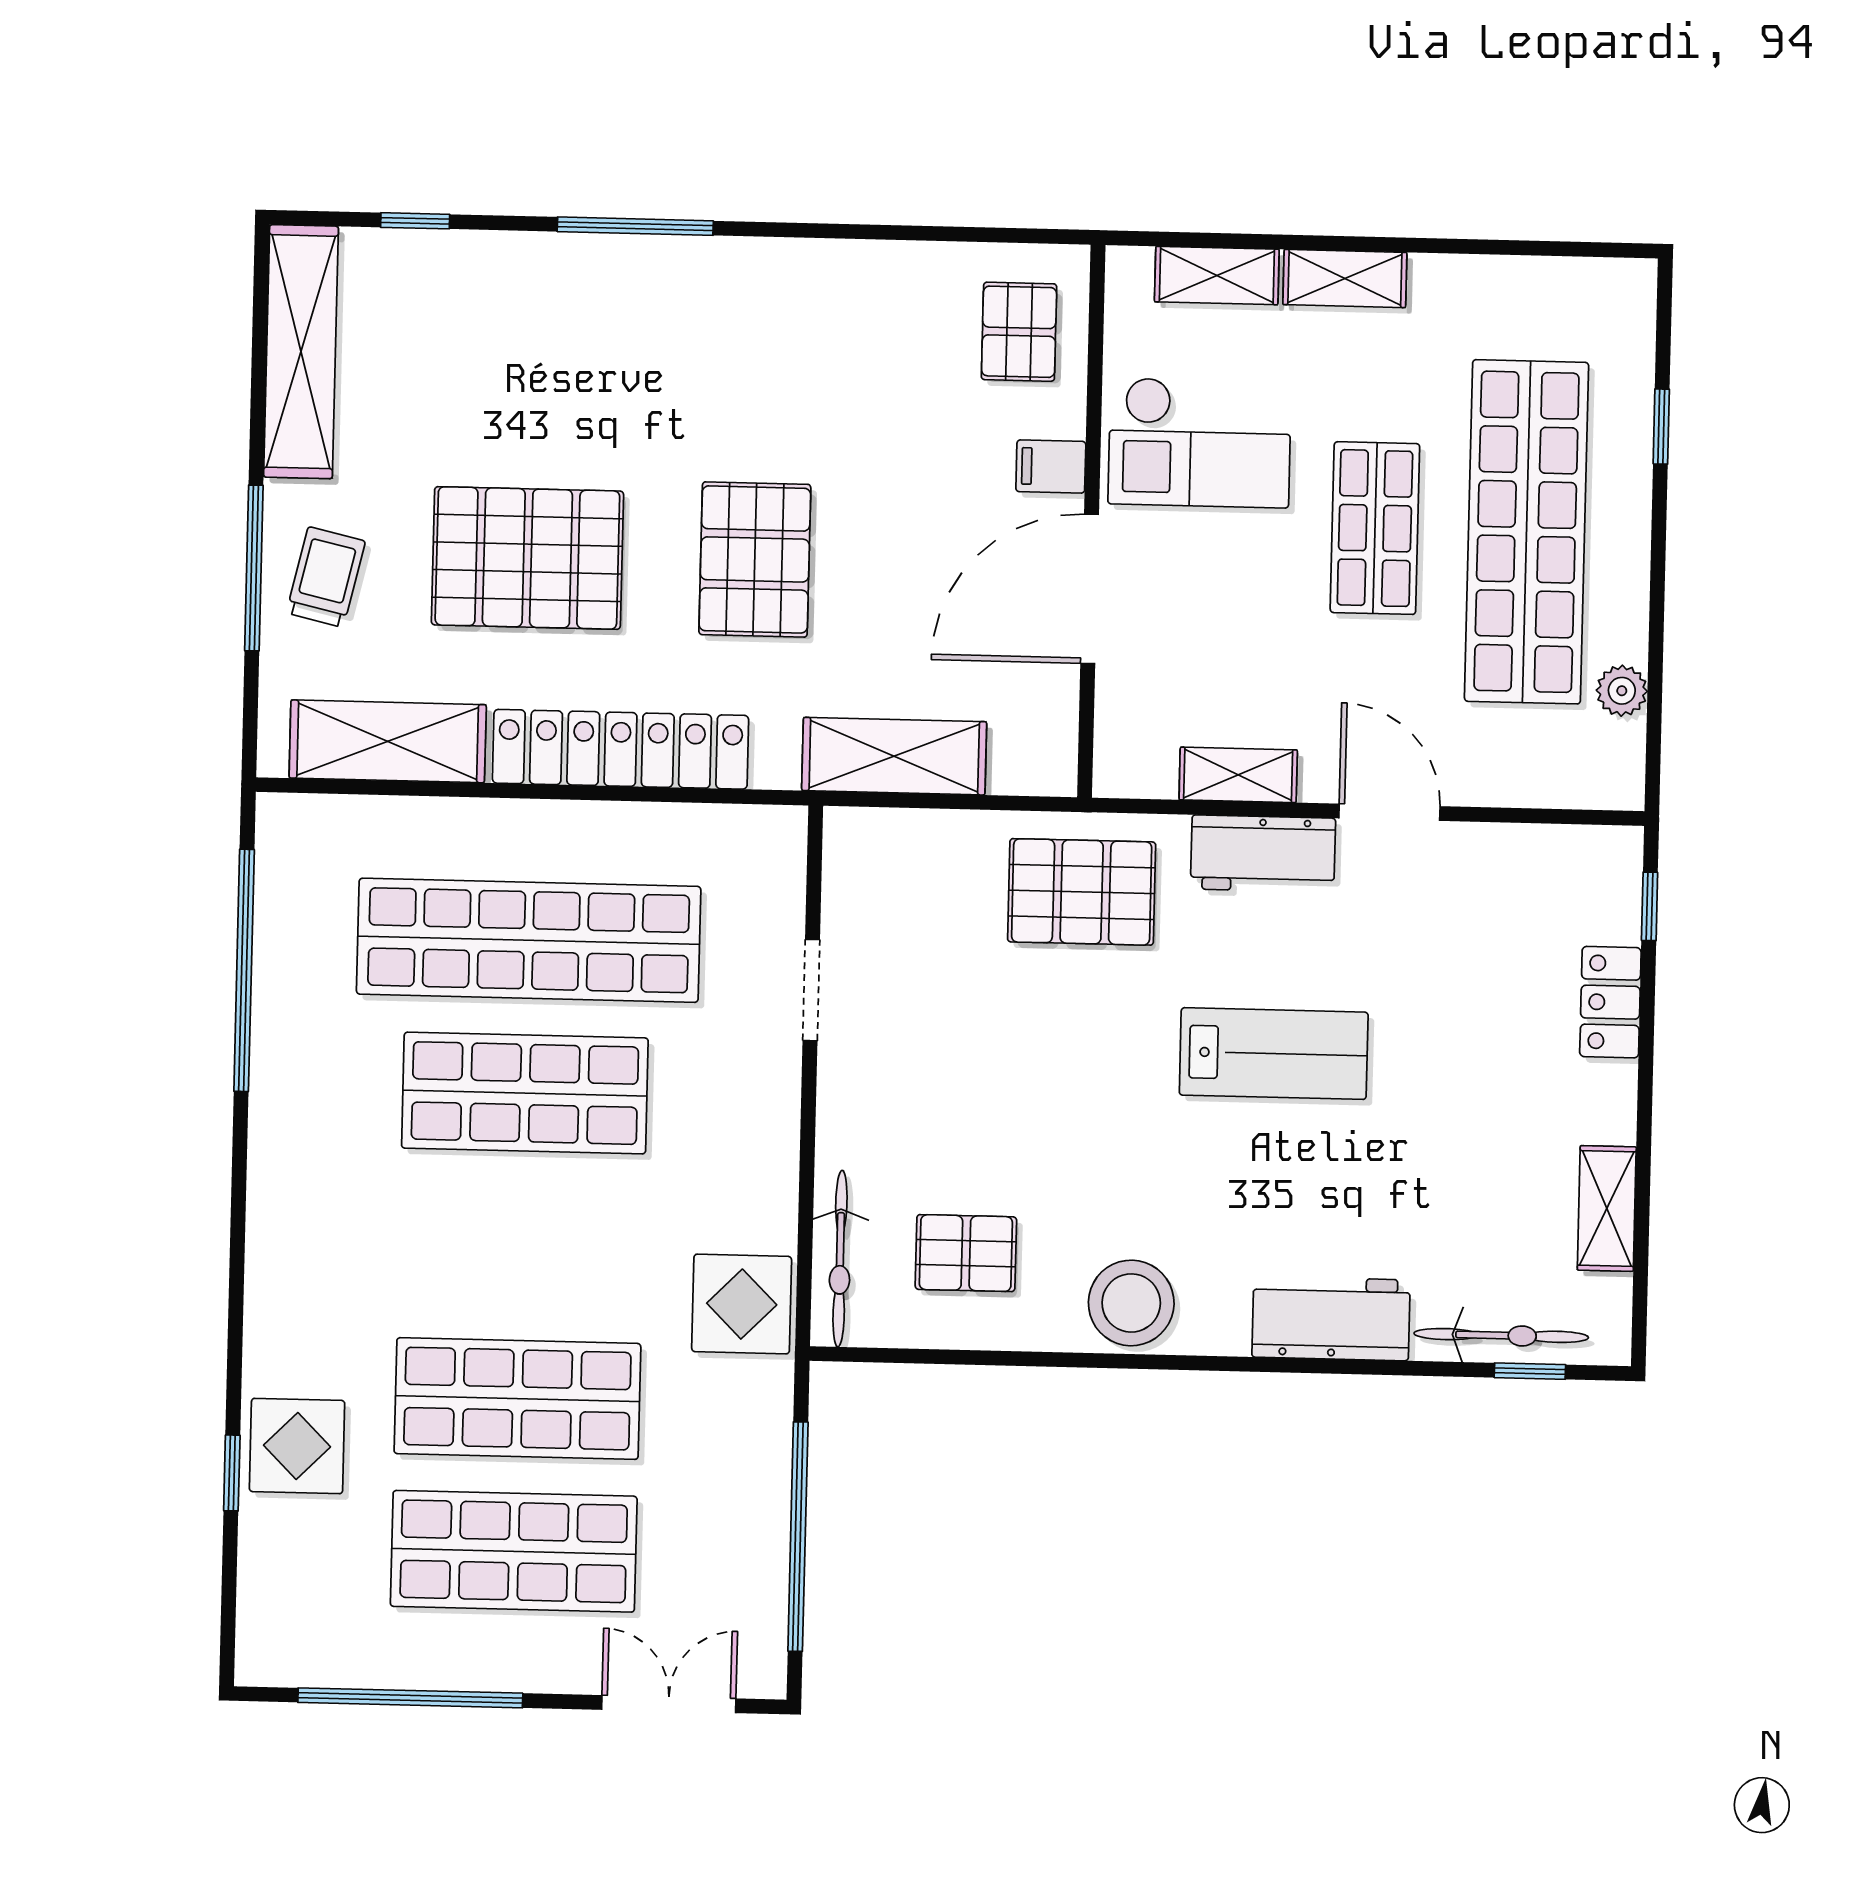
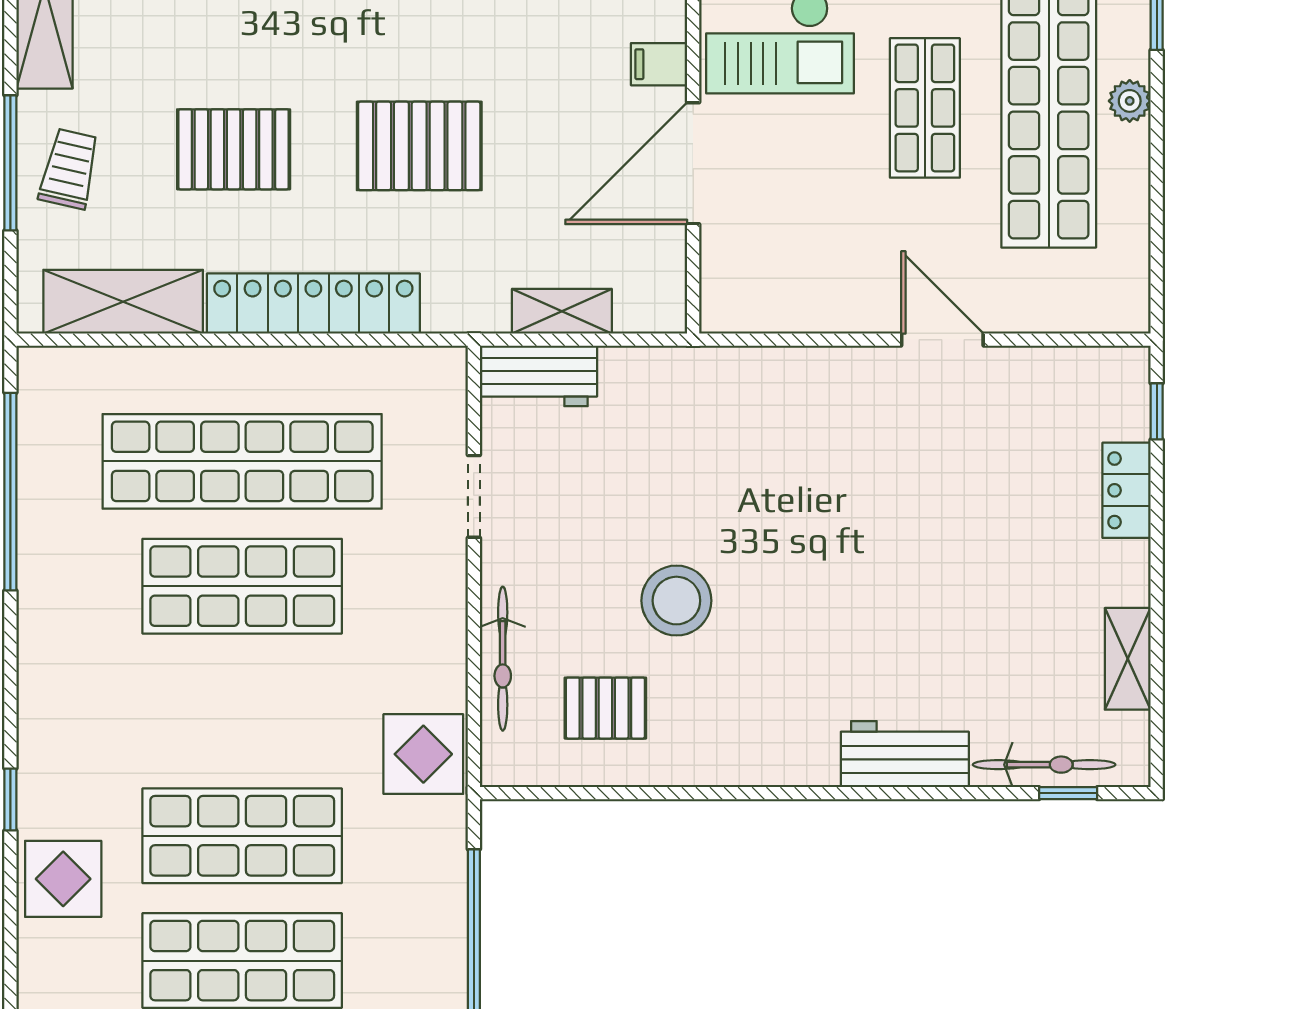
pallet: (527, 558) -> (234, 149), width x0.73, depth x0.71
pallet: (755, 559) -> (419, 146), turned 90
plant: (1622, 691) -> (1130, 101), moved
shelving: (894, 756) -> (562, 311), width x0.67, depth x0.75
shelving: (1238, 775) -> (818, 312), removed
workbench: (1263, 854) -> (538, 376), moved
pallet: (1082, 892) -> (693, 411), removed
lab bench: (1274, 1054) -> (853, 539), removed
bicycle: (840, 1259) -> (503, 659), moved
stool: (1131, 1303) -> (676, 601), moved
window: (232, 1473) -> (10, 799), moved

